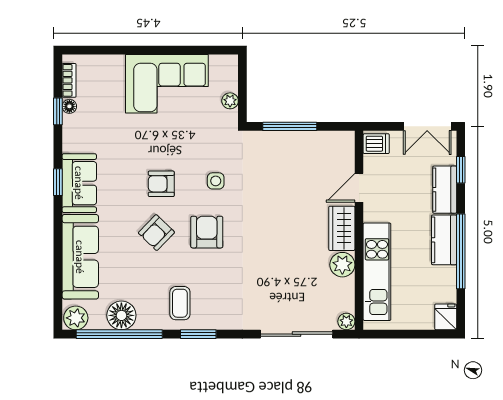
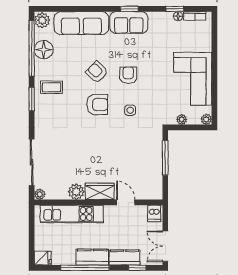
plant: (230, 63) -> (206, 119), added

